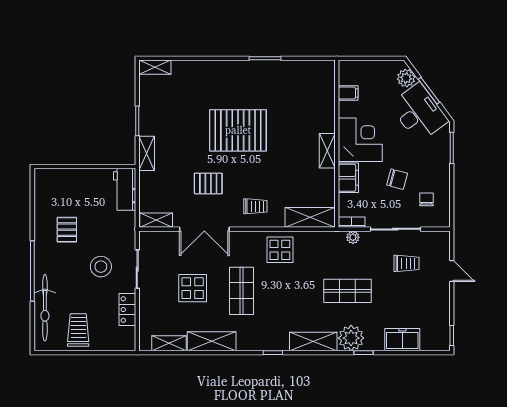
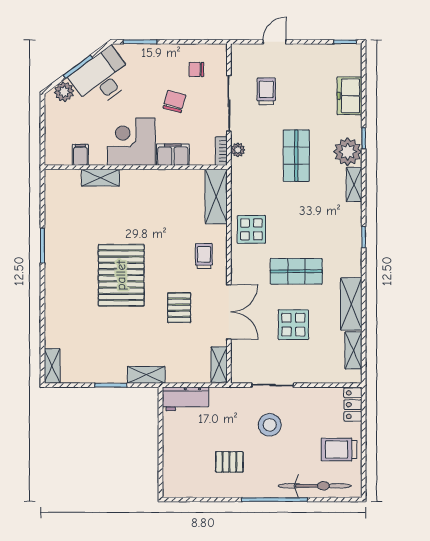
shelving: (327, 151) -> (100, 178), moved
locker: (127, 310) -> (353, 405), moved, turned 90
shelving: (313, 341) -> (354, 184), width x0.67, depth x0.75

